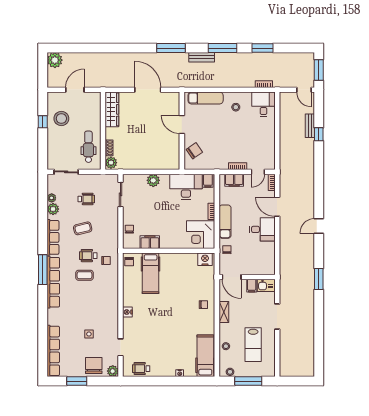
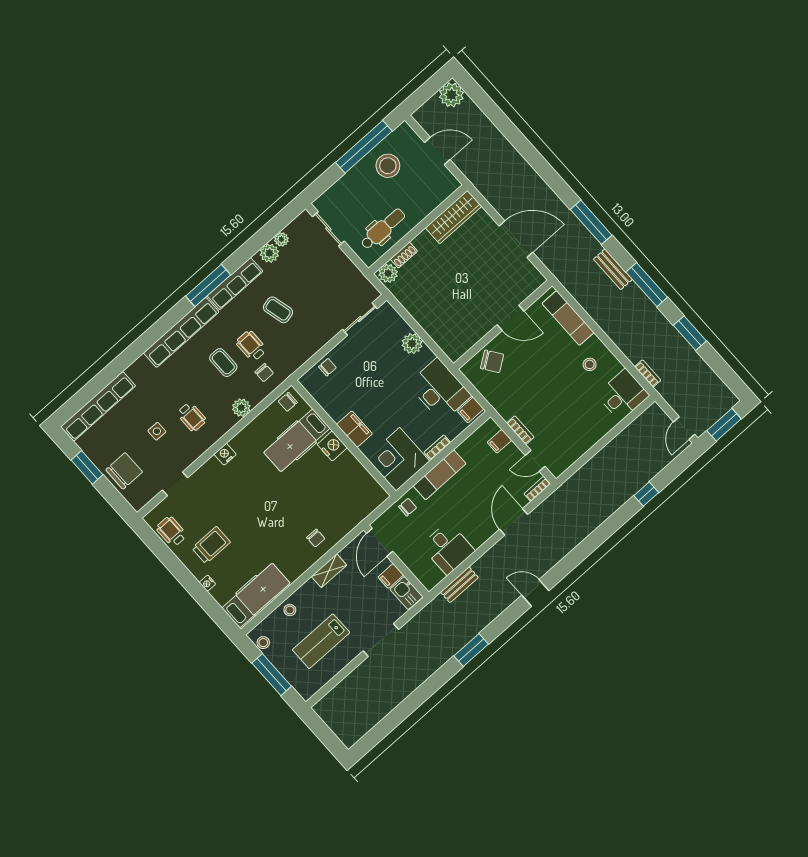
door: (148, 90) -> (516, 239), hinge flipped
window: (43, 122) -> (364, 147), width x3.17
door: (182, 125) -> (510, 318), swing flipped
bench: (310, 126) -> (459, 585), moved
filing cabinet: (234, 180) -> (499, 441), width x0.50
wheelchair: (86, 199) -> (192, 417), moved
desk: (262, 229) -> (448, 548), moved
filing cabinet: (150, 242) -> (354, 429), moved
nightstand: (205, 259) -> (332, 446), moved
window: (43, 270) -> (208, 285), moved
trolley: (164, 356) -> (211, 545), added
plant: (113, 371) -> (241, 408), moved

